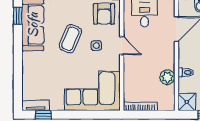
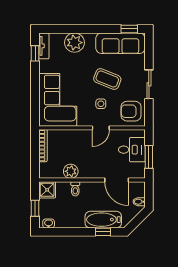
plant: (32, 73) -> (74, 43), added

